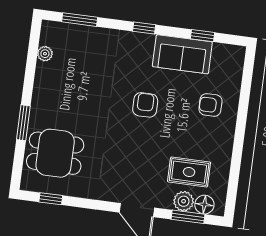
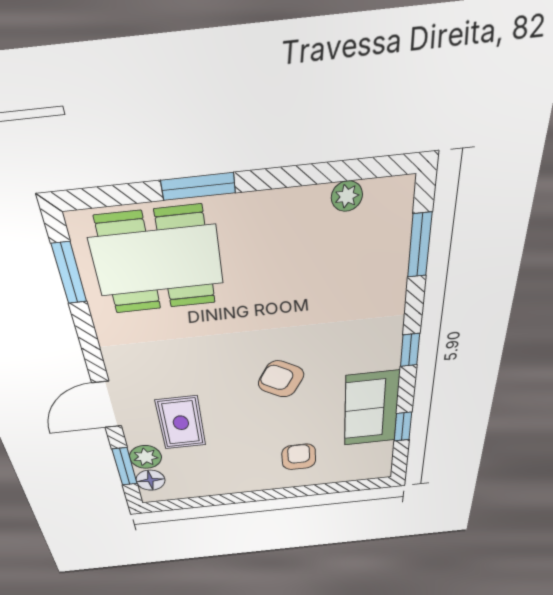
armchair: (145, 105) -> (281, 379), turned -150
dining table: (55, 153) -> (157, 261), width x1.38
rug: (189, 172) -> (181, 423), moved
window: (51, 199) -> (69, 273), width x1.50

